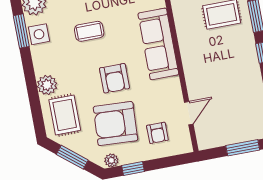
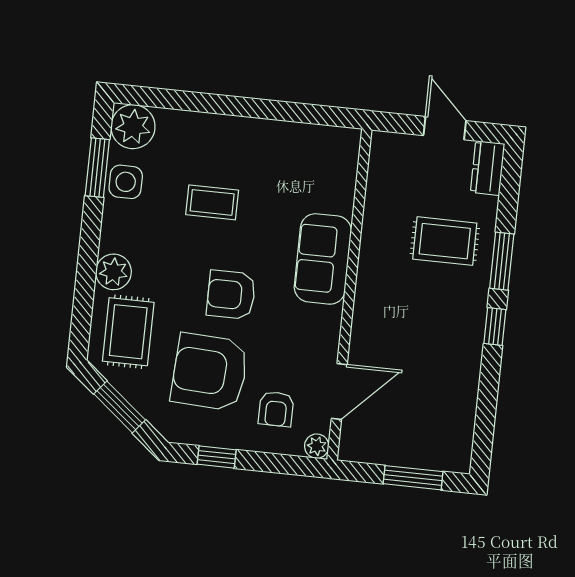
sofa: (158, 44) -> (323, 259), width x0.73
armchair: (114, 78) -> (231, 295), turned 90
door: (189, 113) -> (339, 392), width x1.38
plant: (111, 160) -> (317, 446), moved

